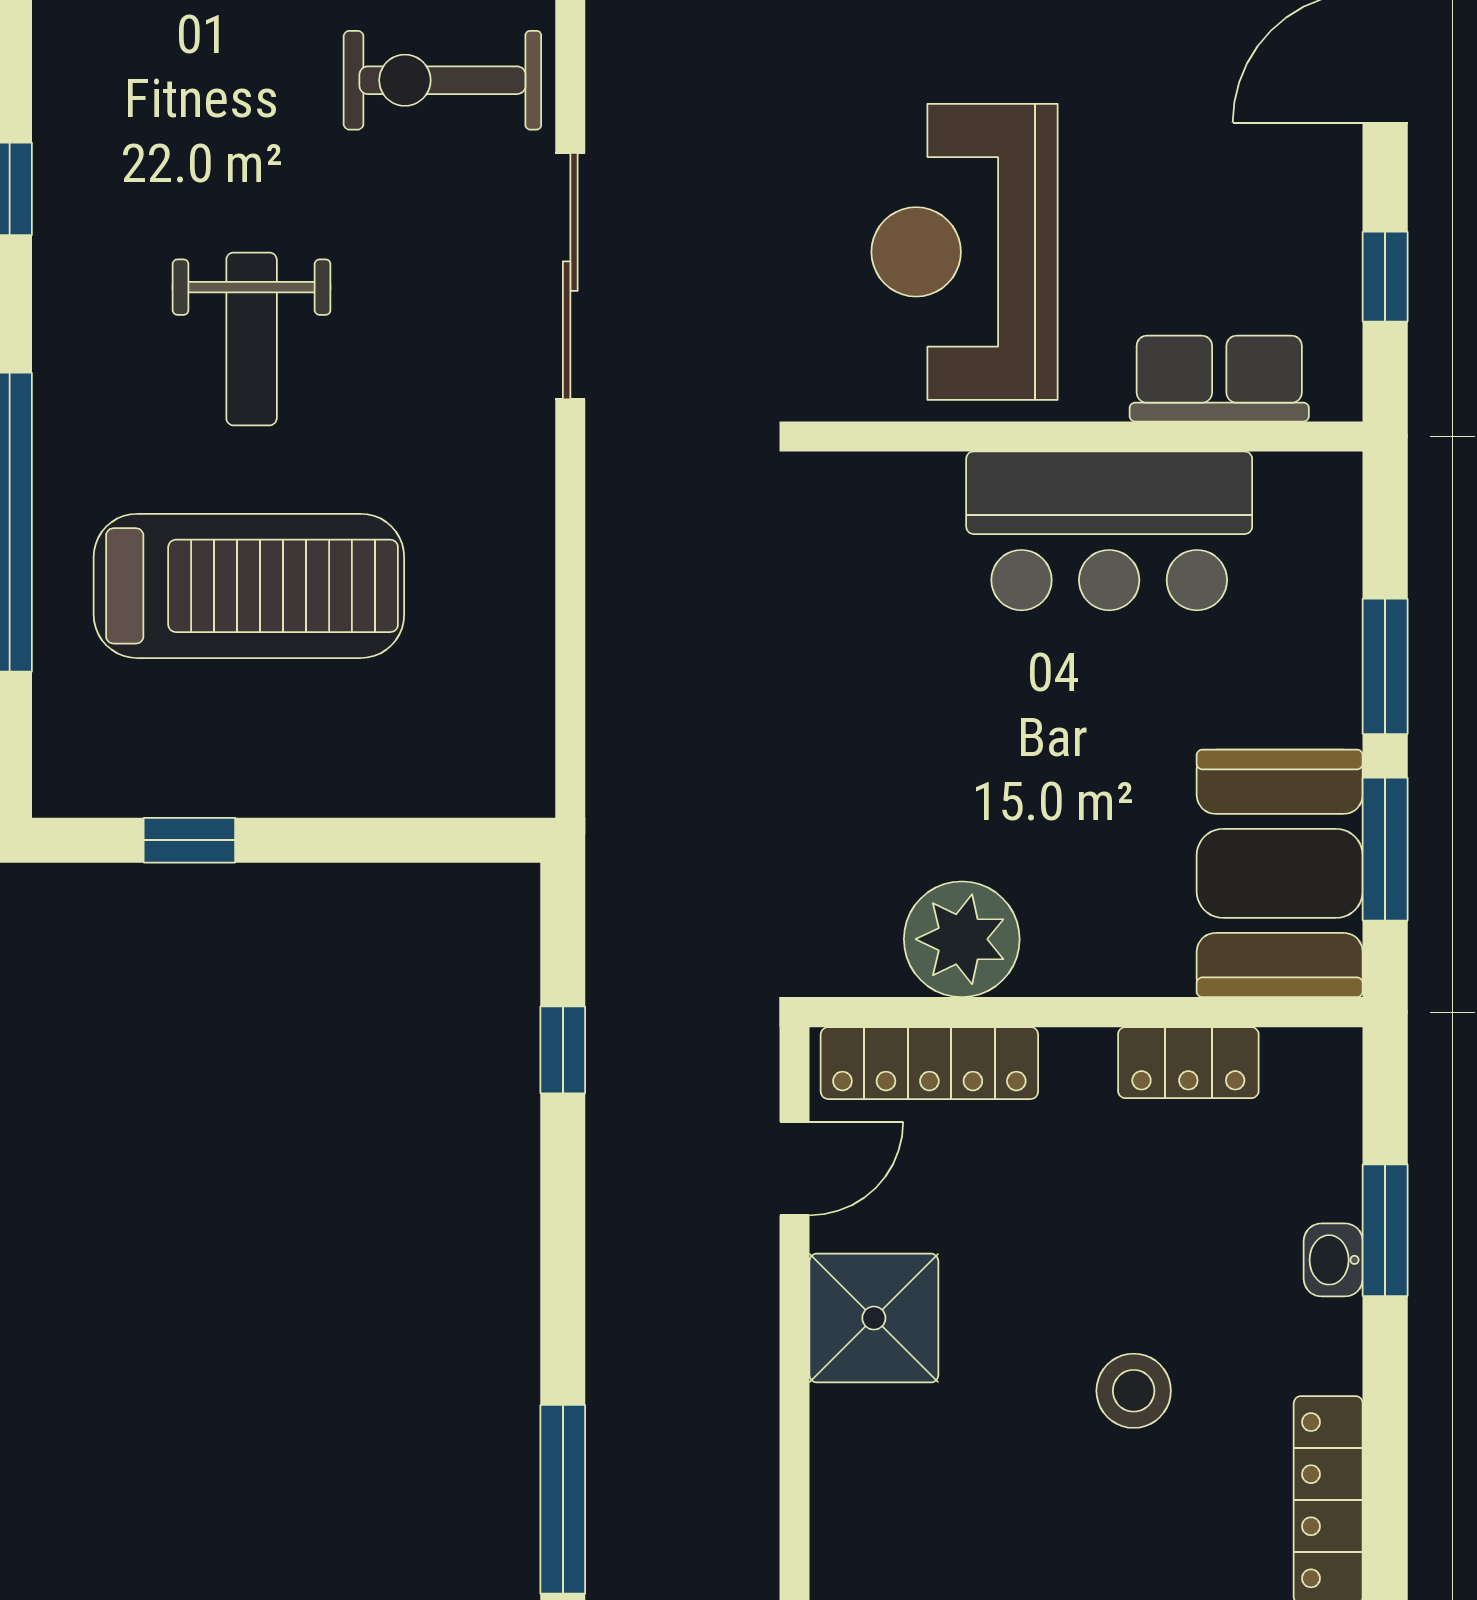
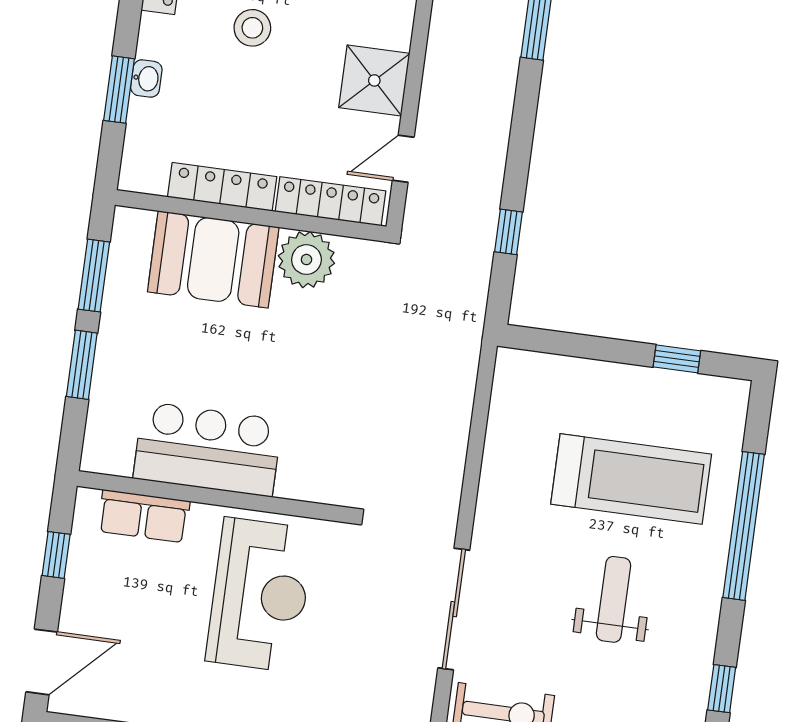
treadmill: (249, 586) -> (631, 479), turned 180
booth: (1280, 873) -> (213, 259), moved, turned 90
locker: (1188, 1063) -> (222, 187), width x1.53

